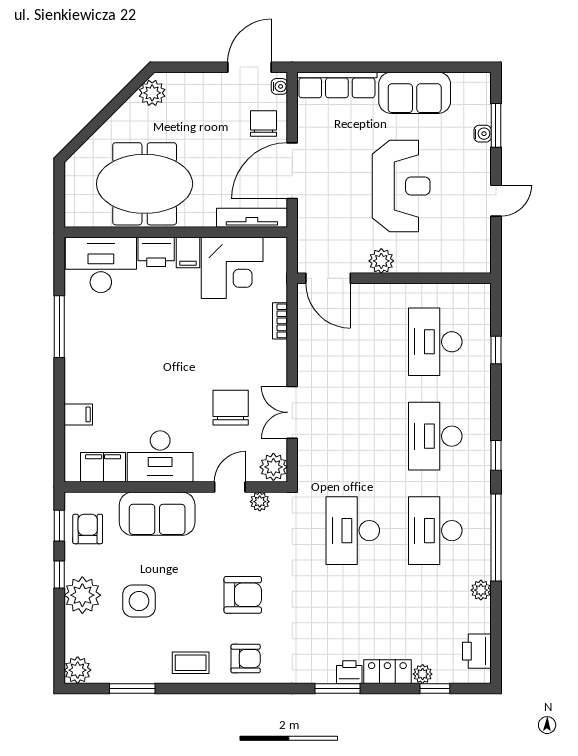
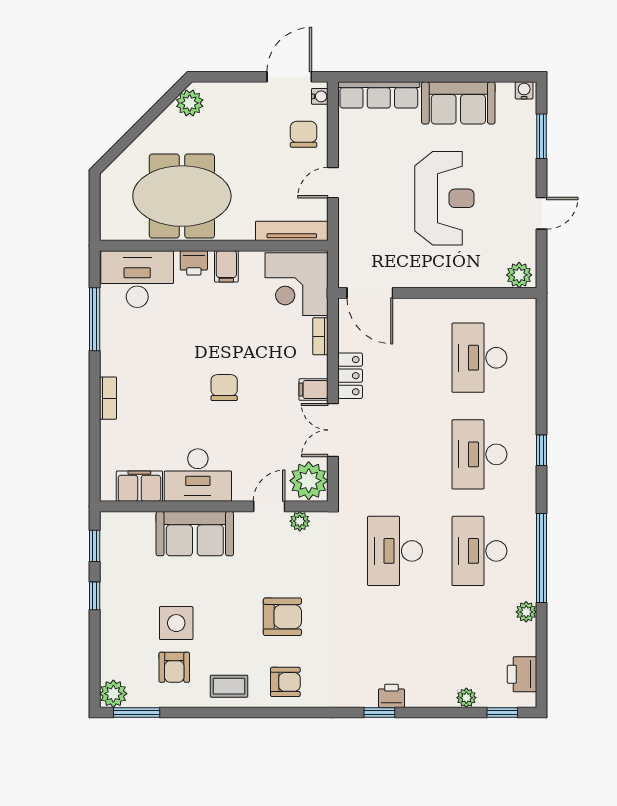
water cooler: (483, 134) -> (524, 90), moved, turned -90
door: (292, 171) -> (333, 183), width x0.53
printer: (156, 252) -> (194, 263), width x0.73, depth x0.81
plant: (381, 261) -> (519, 275), moved
corner desk: (232, 268) -> (297, 284), moved, turned 90
window: (59, 327) -> (95, 319), moved
window: (496, 350) -> (542, 366), removed
bookcase: (72, 381) -> (108, 398), added
chair: (231, 408) -> (224, 388), moved, width x0.73, depth x0.73
filing cabinet: (78, 414) -> (313, 390), moved, turned 180
window: (496, 455) -> (542, 450), moved
plant: (273, 467) -> (309, 481), width x1.36, depth x1.36
armchair: (88, 529) -> (174, 667), moved, turned 180
plant: (82, 595) -> (118, 617), removed
locker: (387, 672) -> (350, 376), moved, turned 90
window: (132, 688) -> (137, 712), moved
window: (337, 688) -> (379, 712), width x0.67
window: (435, 688) -> (502, 712), moved

